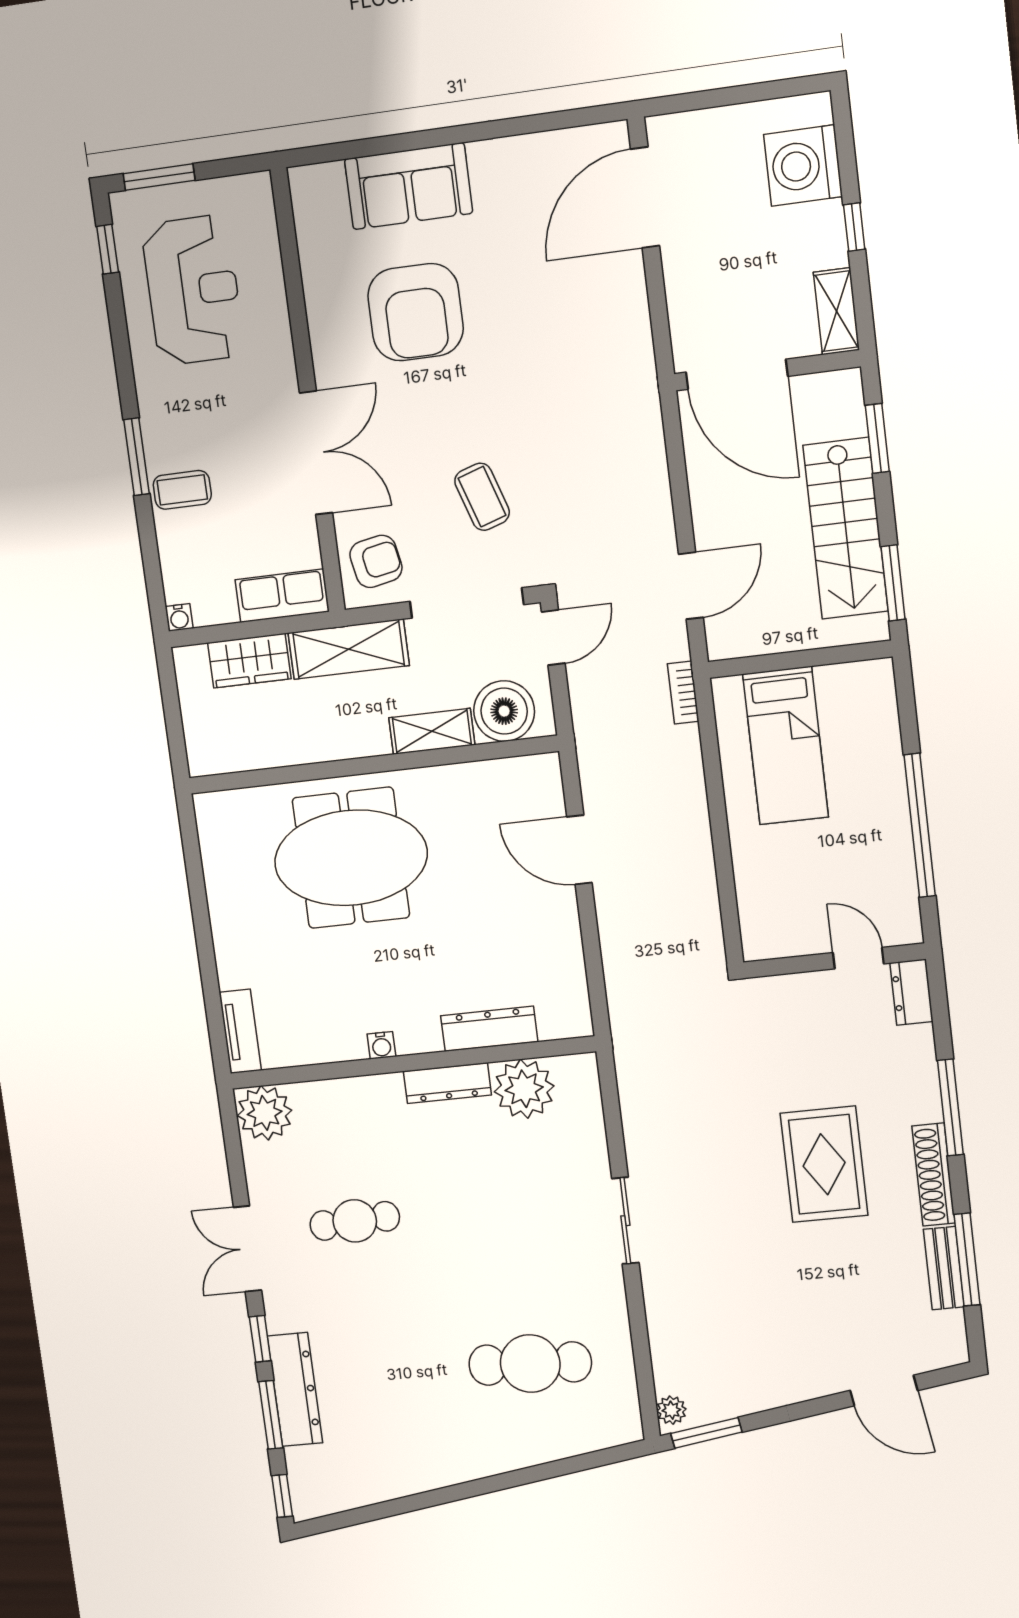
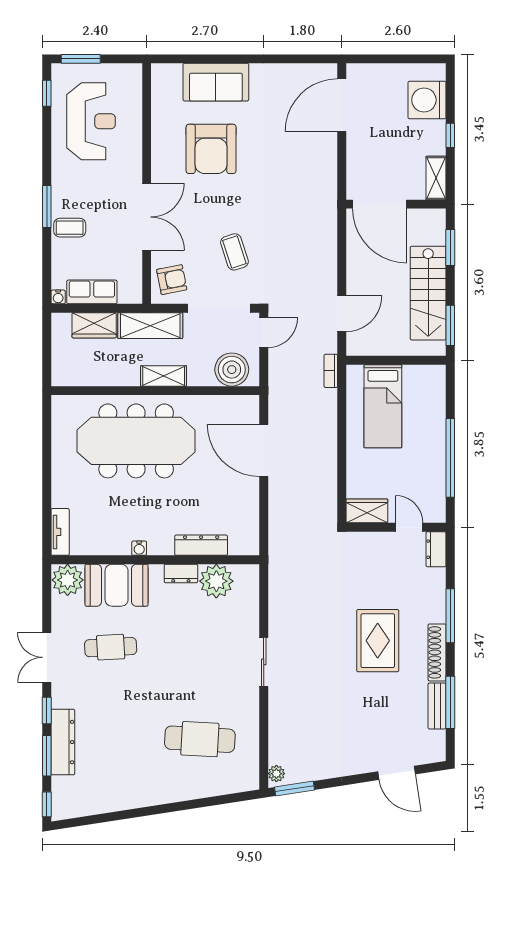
row of seats: (282, 596) -> (92, 292), moved
shelving: (432, 731) -> (164, 376), moved
door: (579, 850) -> (264, 451), width x1.36
meeting table: (351, 858) -> (136, 441), width x1.36
wardrobe: (778, 937) -> (367, 511), added
dresser: (447, 1083) -> (181, 573), width x0.70
booth: (351, 1113) -> (117, 585), added

